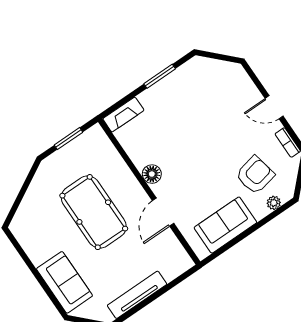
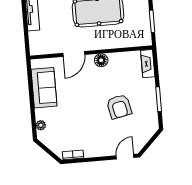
door: (274, 107) -> (125, 157), moved
armchair: (255, 175) -> (119, 107), moved
door: (163, 212) -> (74, 54), swing flipped

